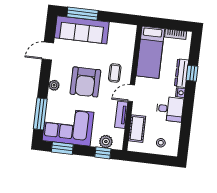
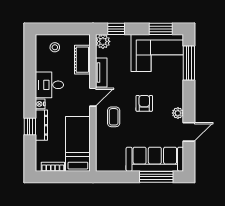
armchair: (85, 82) -> (144, 103), width x0.53, depth x0.53
plant: (54, 85) -> (178, 113), moved
plant: (106, 142) -> (103, 41), moved

